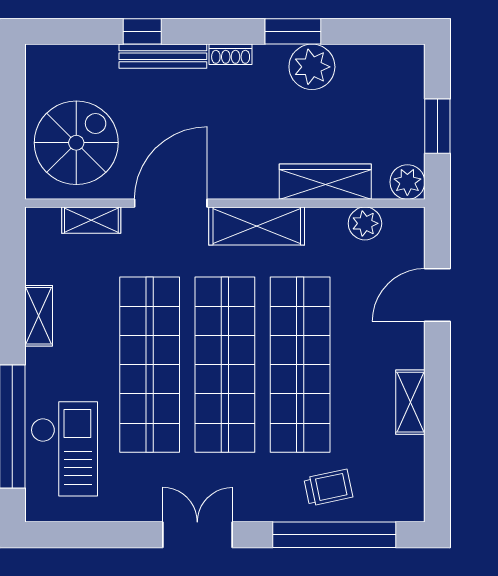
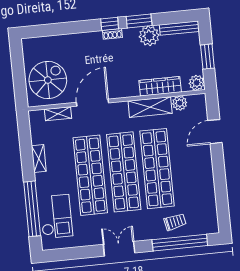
window: (142, 31) -> (110, 24), moved
bench: (163, 56) -> (179, 28), moved
shelving: (257, 226) -> (150, 107), moved
shelving: (410, 402) -> (208, 180), removed

